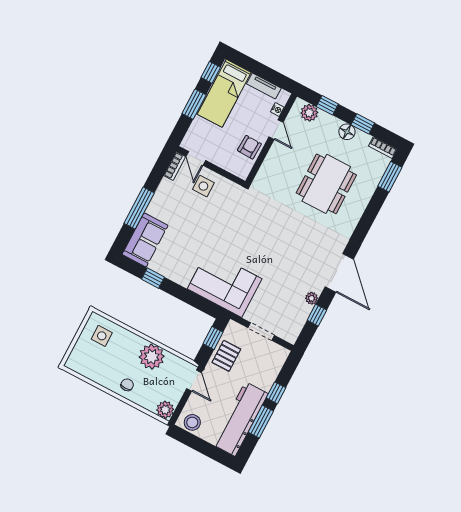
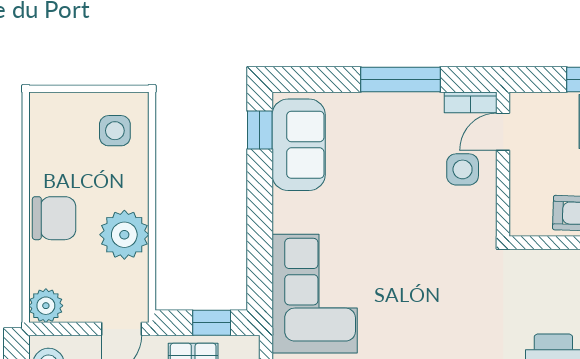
window: (139, 208) -> (401, 79), moved
sofa: (145, 240) -> (299, 145), moved, turned -90
window: (153, 278) -> (260, 130), moved
chair: (127, 385) -> (54, 218), width x1.87, depth x1.87

